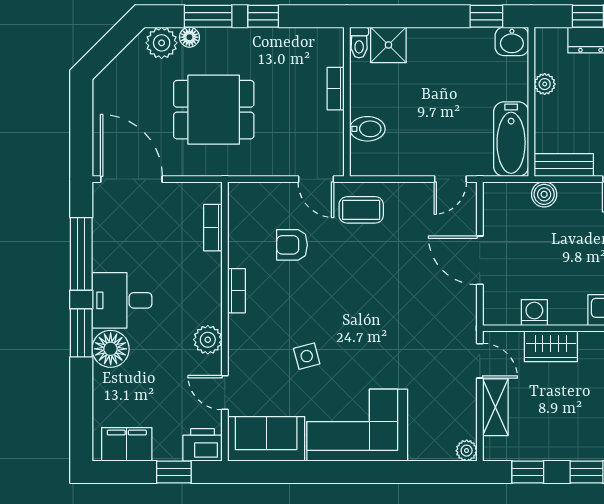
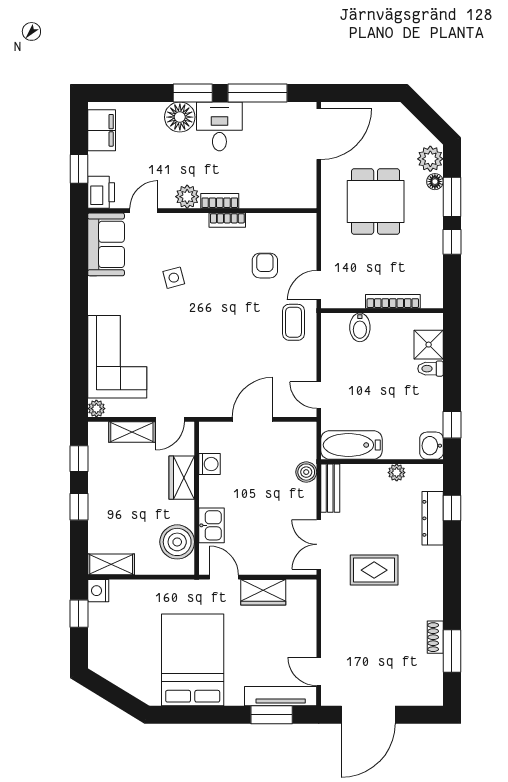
toilet: (359, 43) -> (431, 369), moved
bookcase: (336, 89) -> (393, 301), width x1.56
bookcase: (213, 228) -> (220, 201), moved
corner sofa: (357, 425) -> (117, 357), moved

